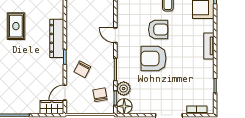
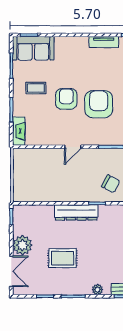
tv unit: (209, 46) -> (104, 42), moved
armchair: (153, 58) -> (99, 104), turned 180

